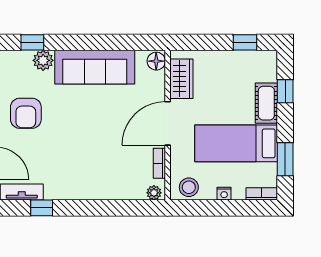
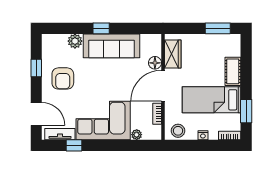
window: (32, 42) -> (101, 28), moved
window: (245, 42) -> (218, 28), width x1.50
floor lamp: (156, 61) -> (155, 63), moved
window: (285, 91) -> (246, 63), removed
corner sofa: (83, 173) -> (103, 121), added
plant: (154, 193) -> (137, 135), moved

